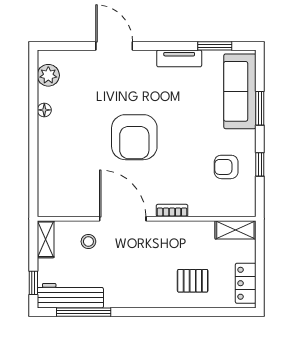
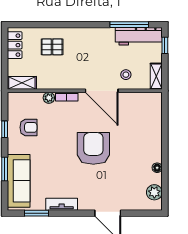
plant: (197, 209) -> (49, 98), added

